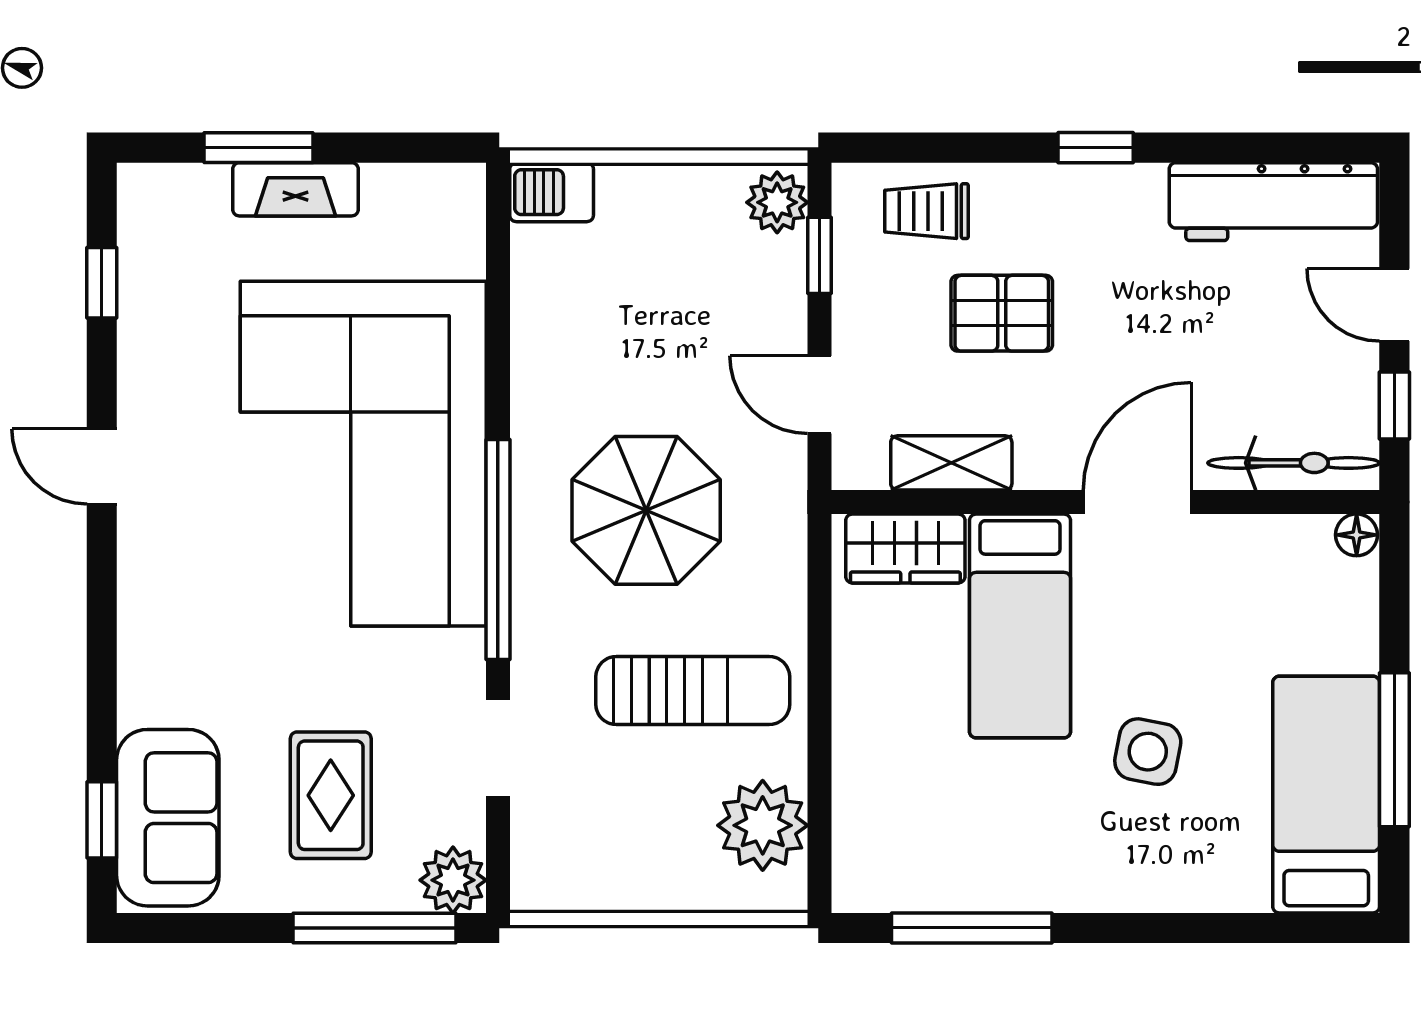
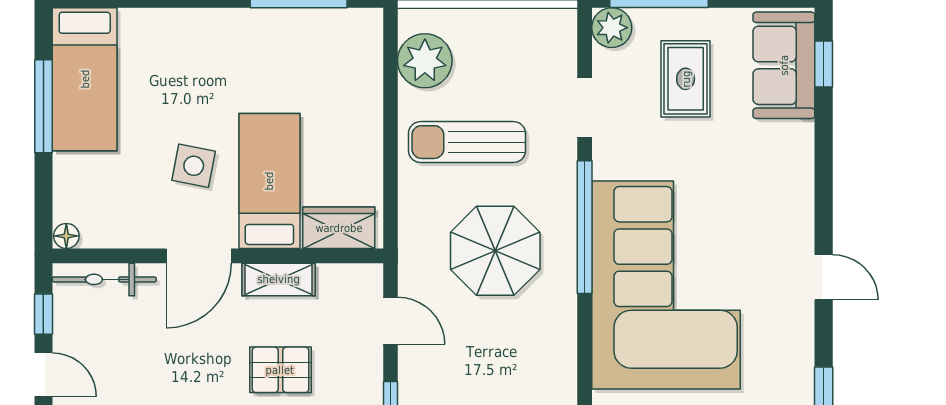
shelving: (951, 463) -> (279, 279), moved
side table: (1148, 752) -> (194, 166), moved

